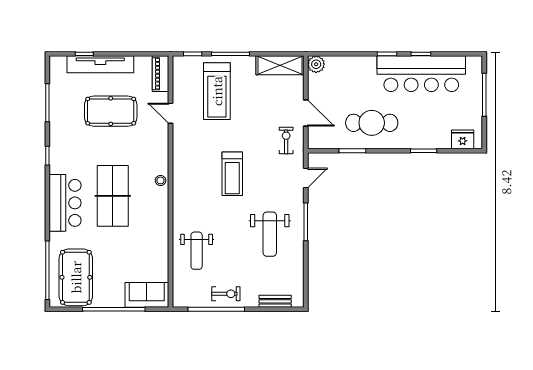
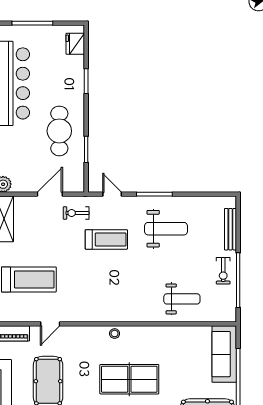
treadmill: (232, 174) -> (106, 239), moved
exercise bike: (226, 294) -> (223, 271), turned 180
sofa: (147, 295) -> (224, 354), width x1.36
bench: (275, 301) -> (230, 229), width x1.36

